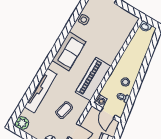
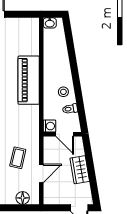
piano: (93, 79) -> (29, 80), moved

